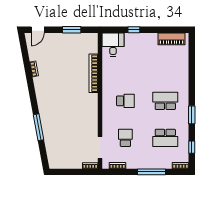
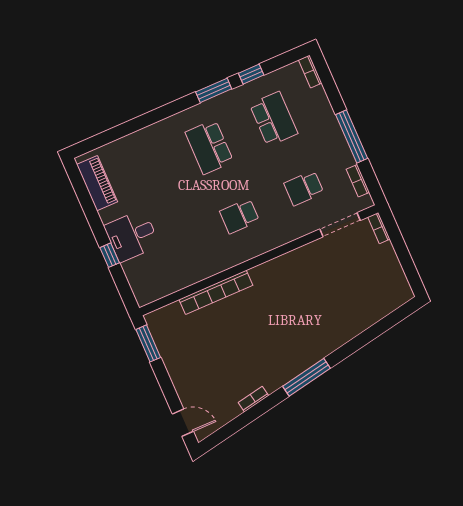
window: (72, 30) -> (148, 343), moved
desk: (113, 45) -> (132, 236), moved
school desk: (125, 101) -> (240, 216), turned -90
window: (38, 127) -> (307, 377), moved
window: (192, 147) -> (251, 74), moved
window: (152, 172) -> (352, 137), moved

